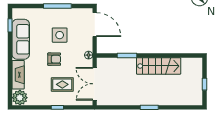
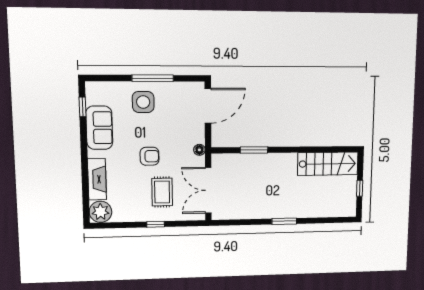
door: (95, 25) -> (208, 106), hinge flipped
side table: (60, 35) -> (143, 102), moved
sofa: (21, 39) -> (99, 128), width x0.73
stairs: (159, 66) -> (328, 164), moved
rug: (62, 84) -> (162, 192), turned 90

